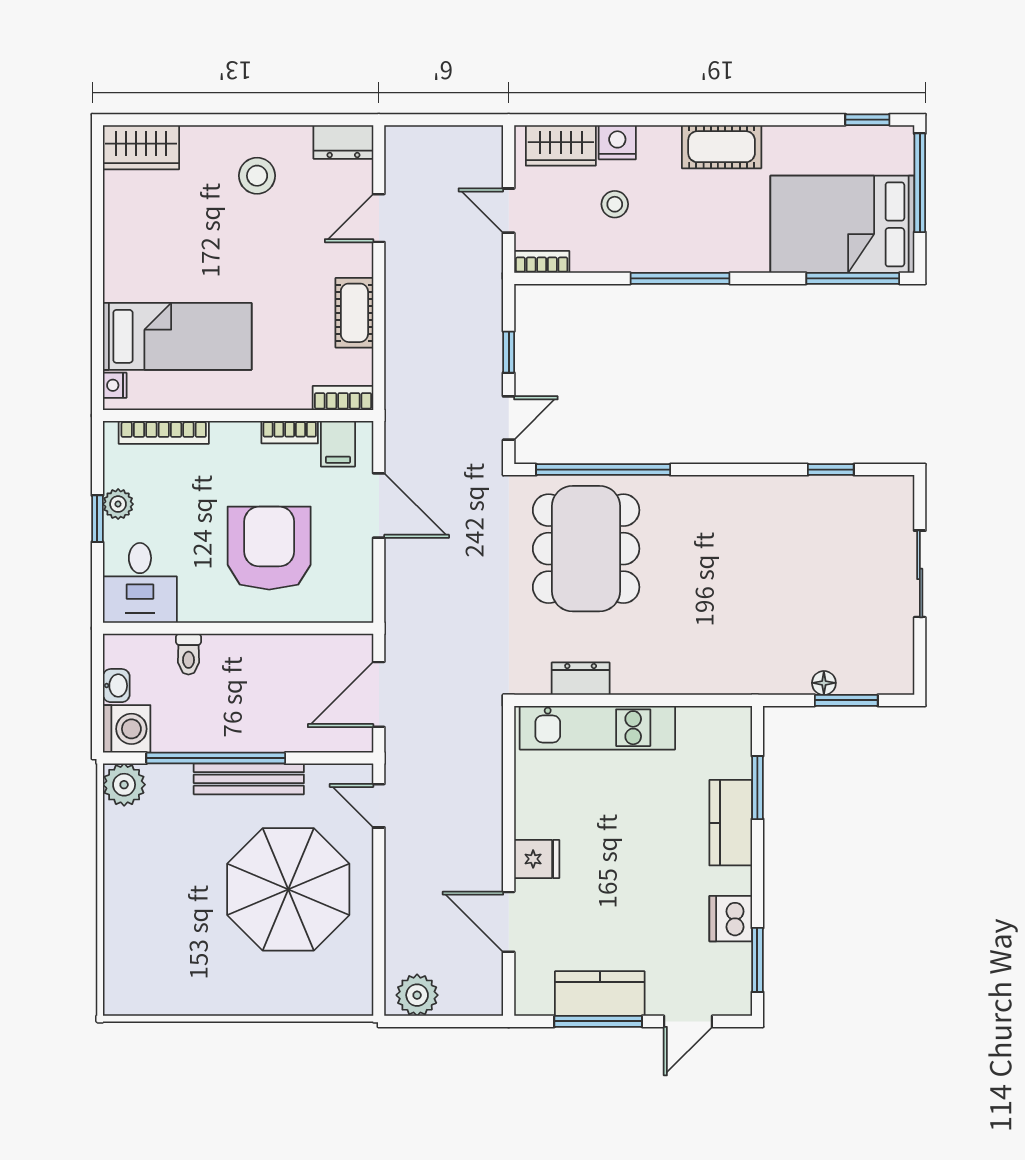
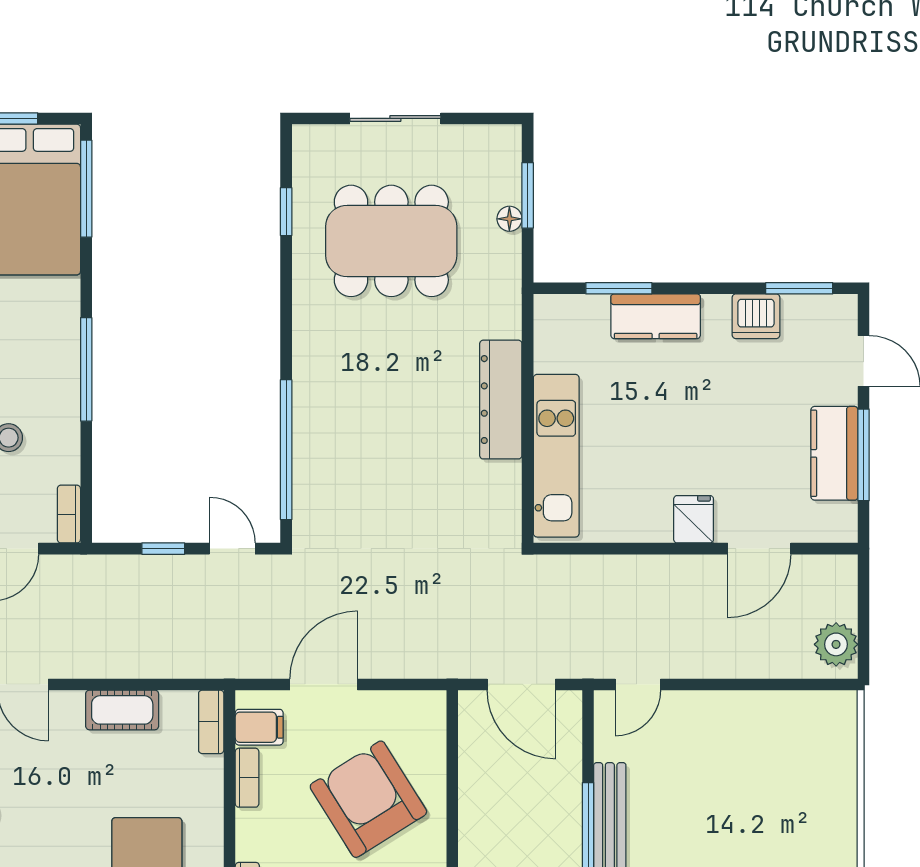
armchair: (269, 548) -> (368, 799), turned 58
dining table: (586, 549) -> (391, 241), moved
dresser: (581, 679) -> (501, 400), moved, width x1.96, depth x1.24
parasol: (288, 889) -> (725, 779), removed

